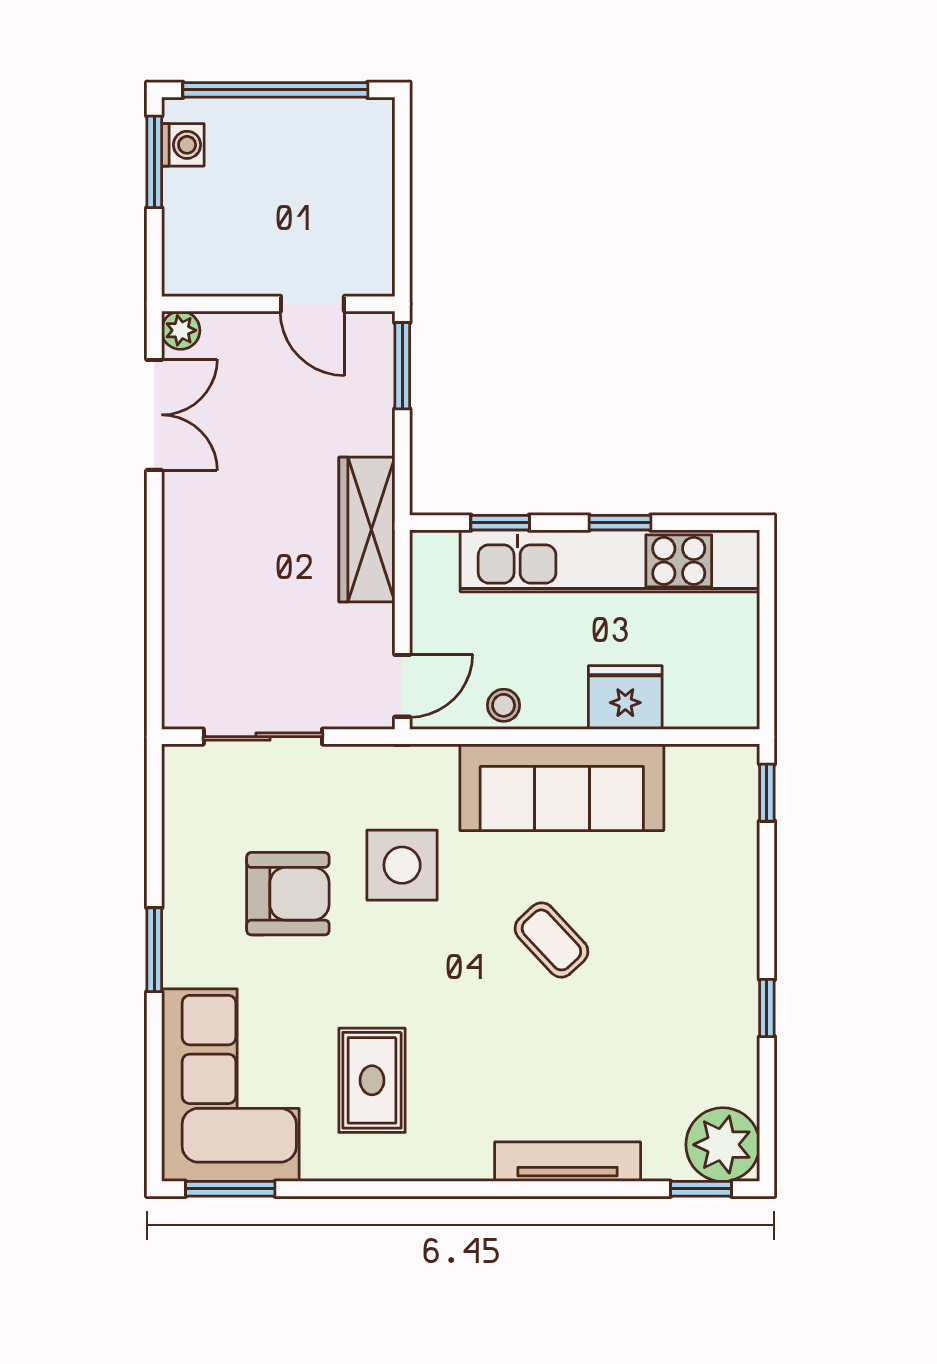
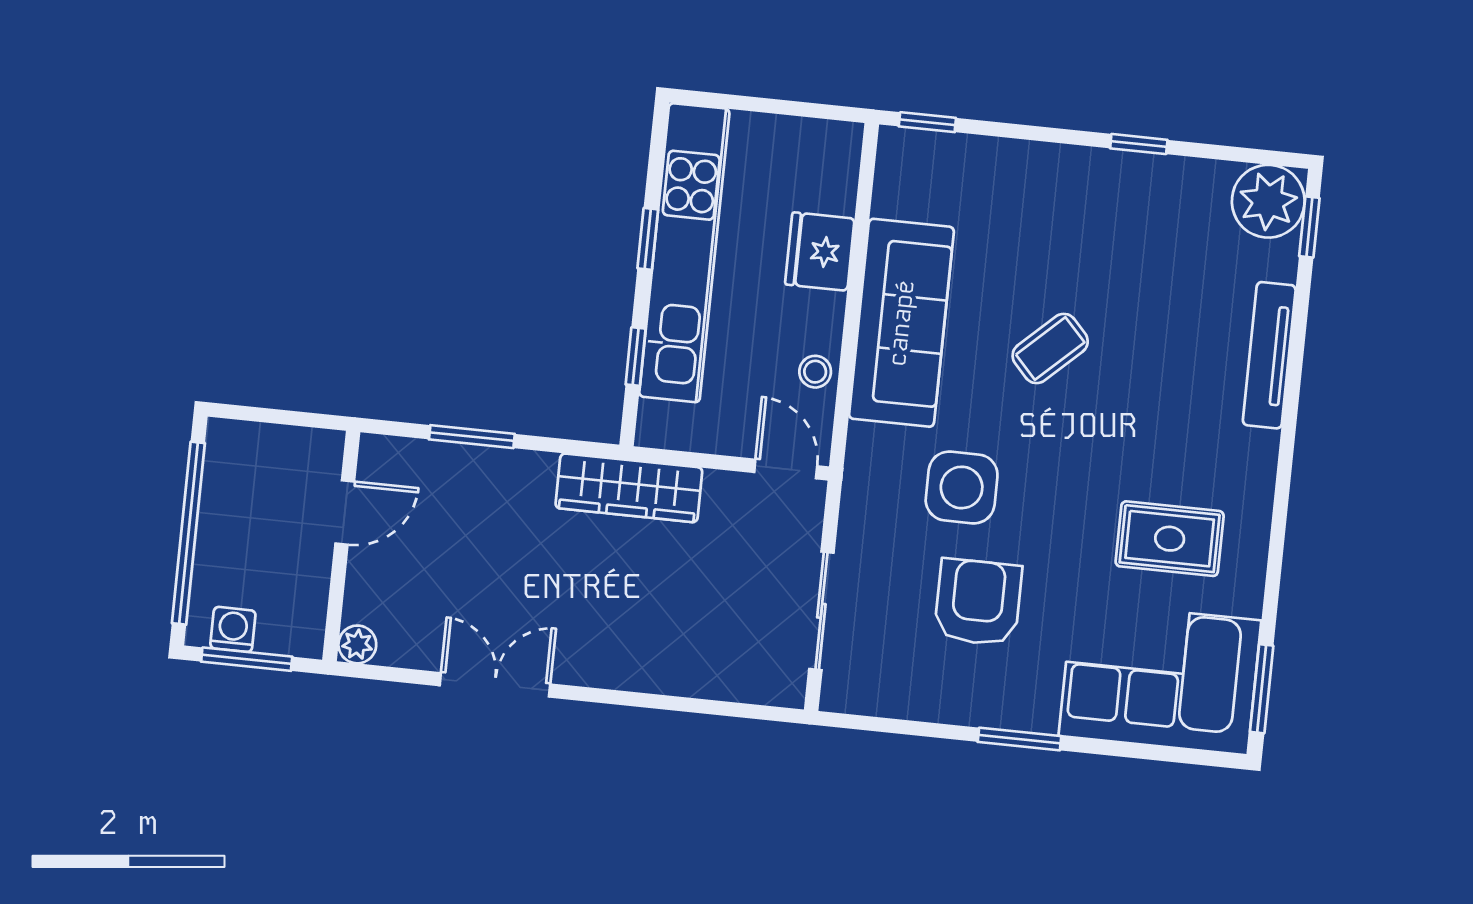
wall: (278, 304) -> (341, 546), moved
door: (312, 304) -> (345, 513), moved
plant: (181, 330) -> (357, 644), moved

